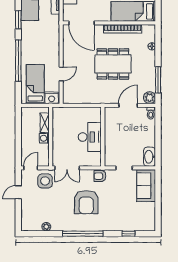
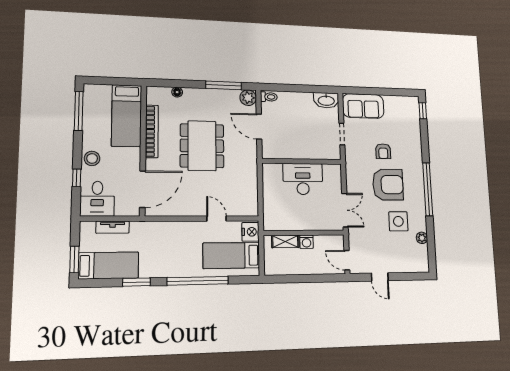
armchair: (100, 176) -> (383, 151), moved
side table: (45, 181) -> (398, 221), moved
window: (129, 234) -> (423, 111), moved

